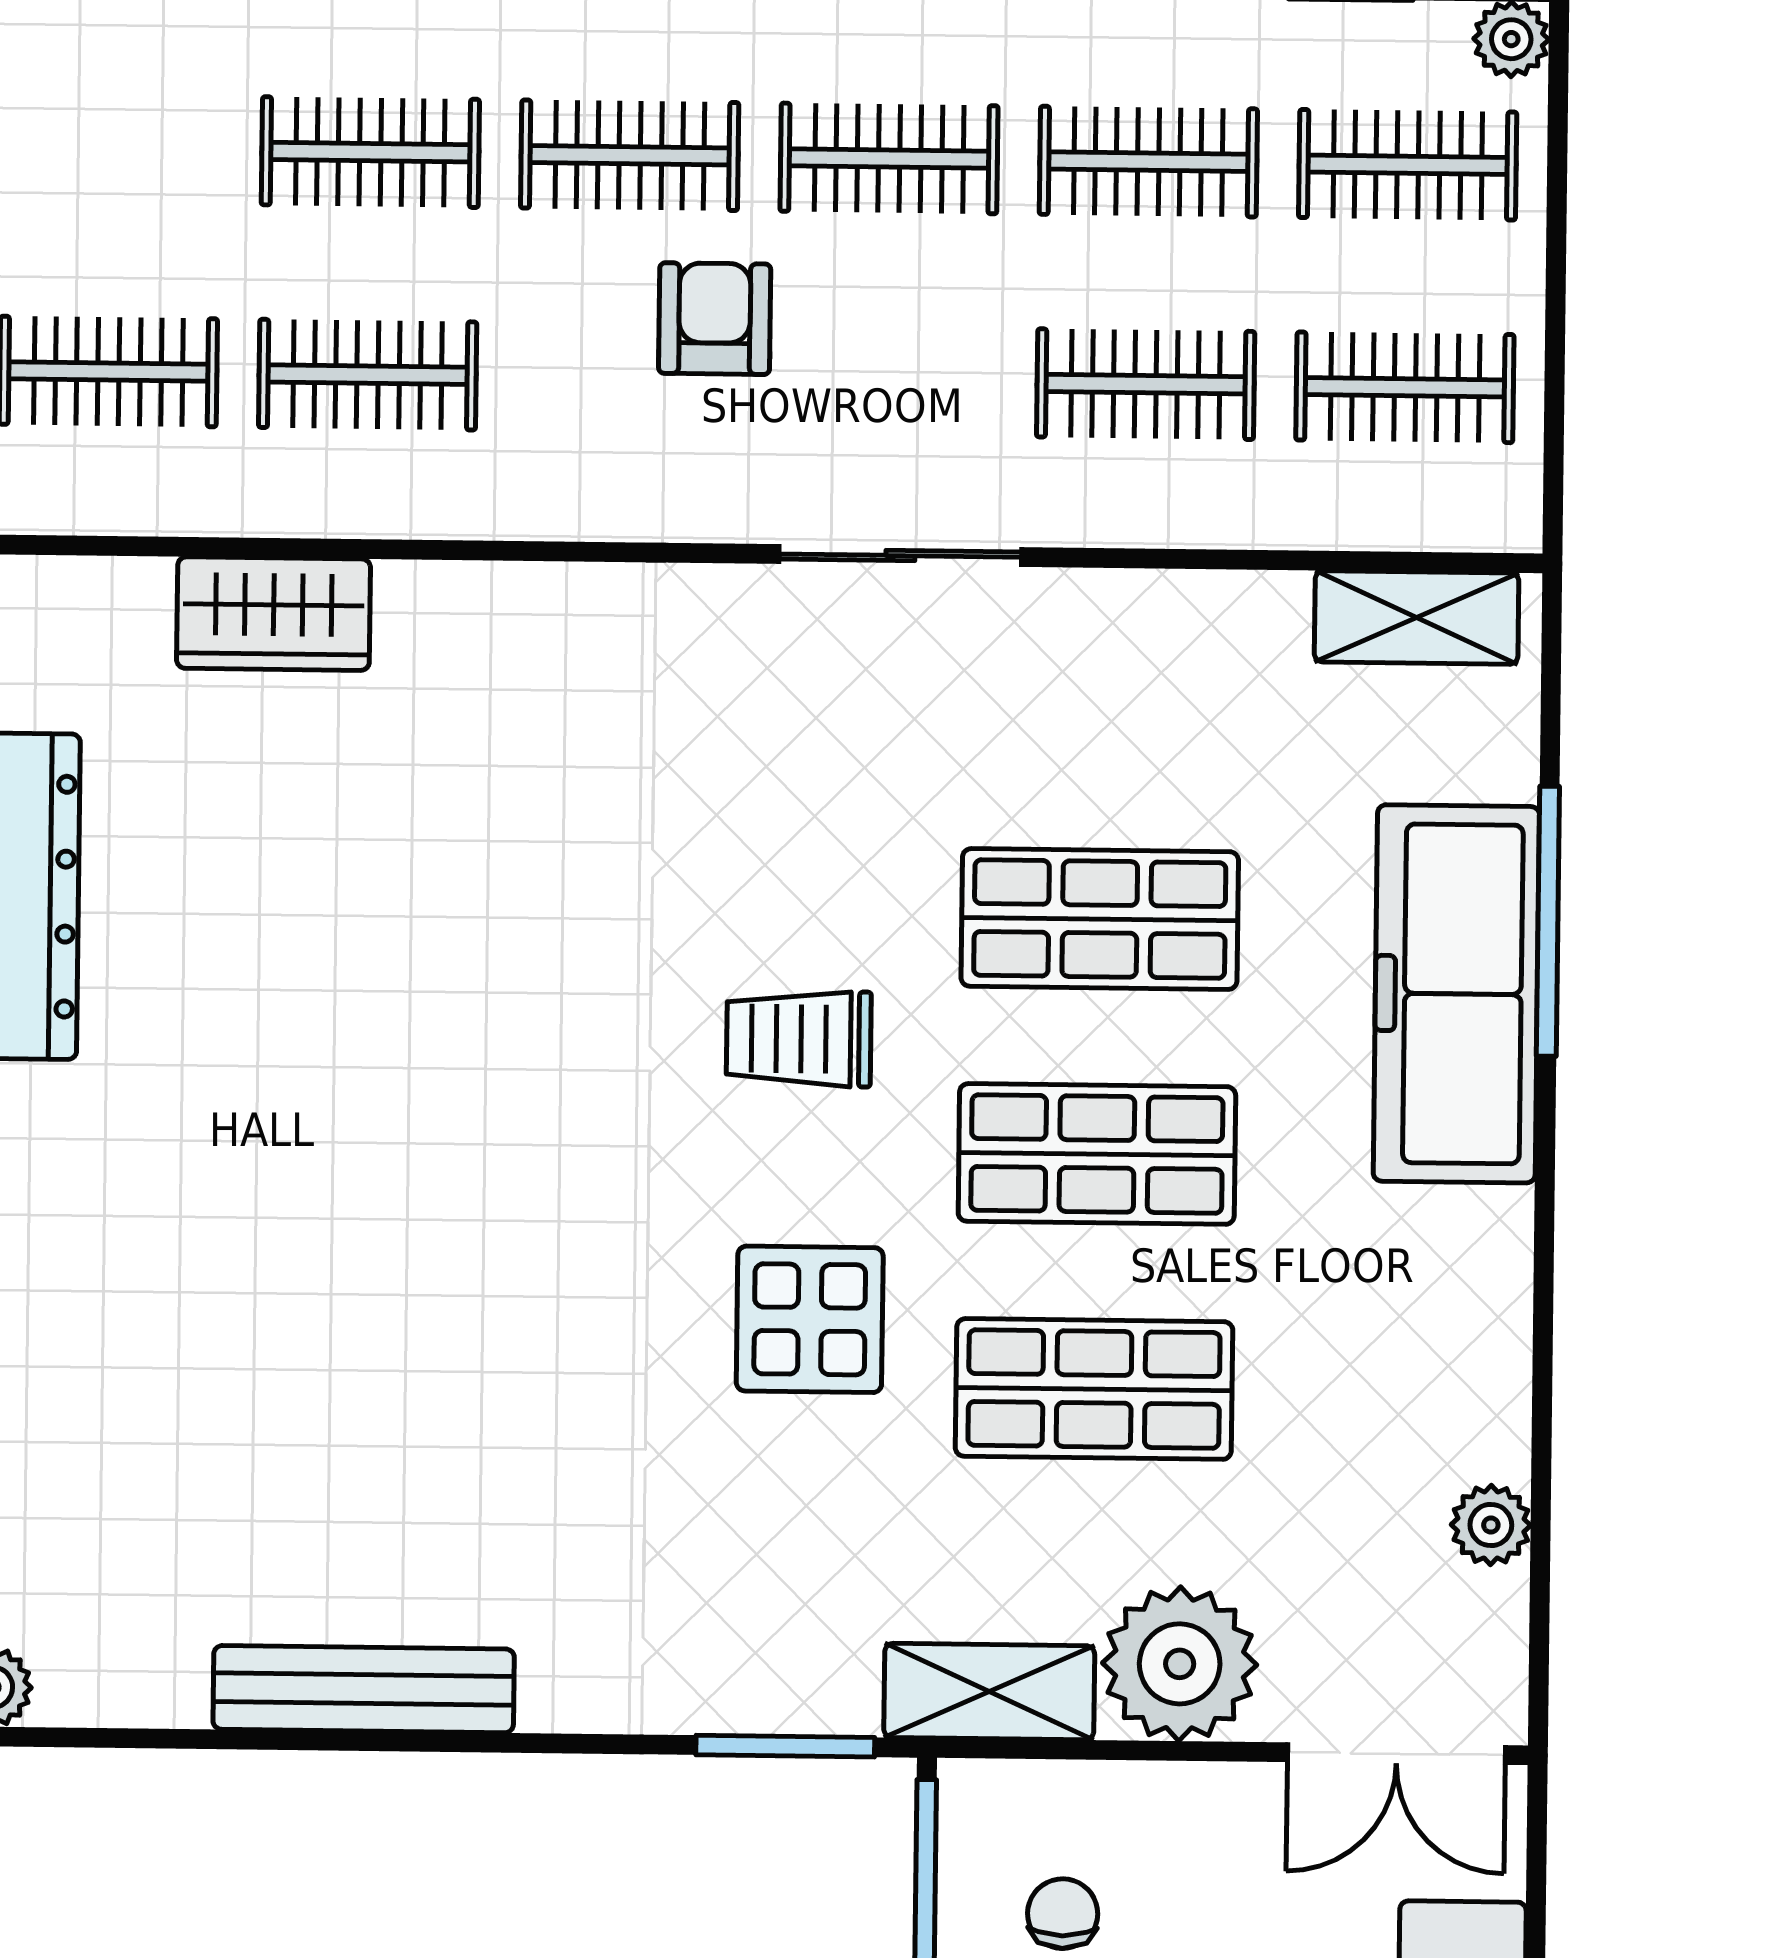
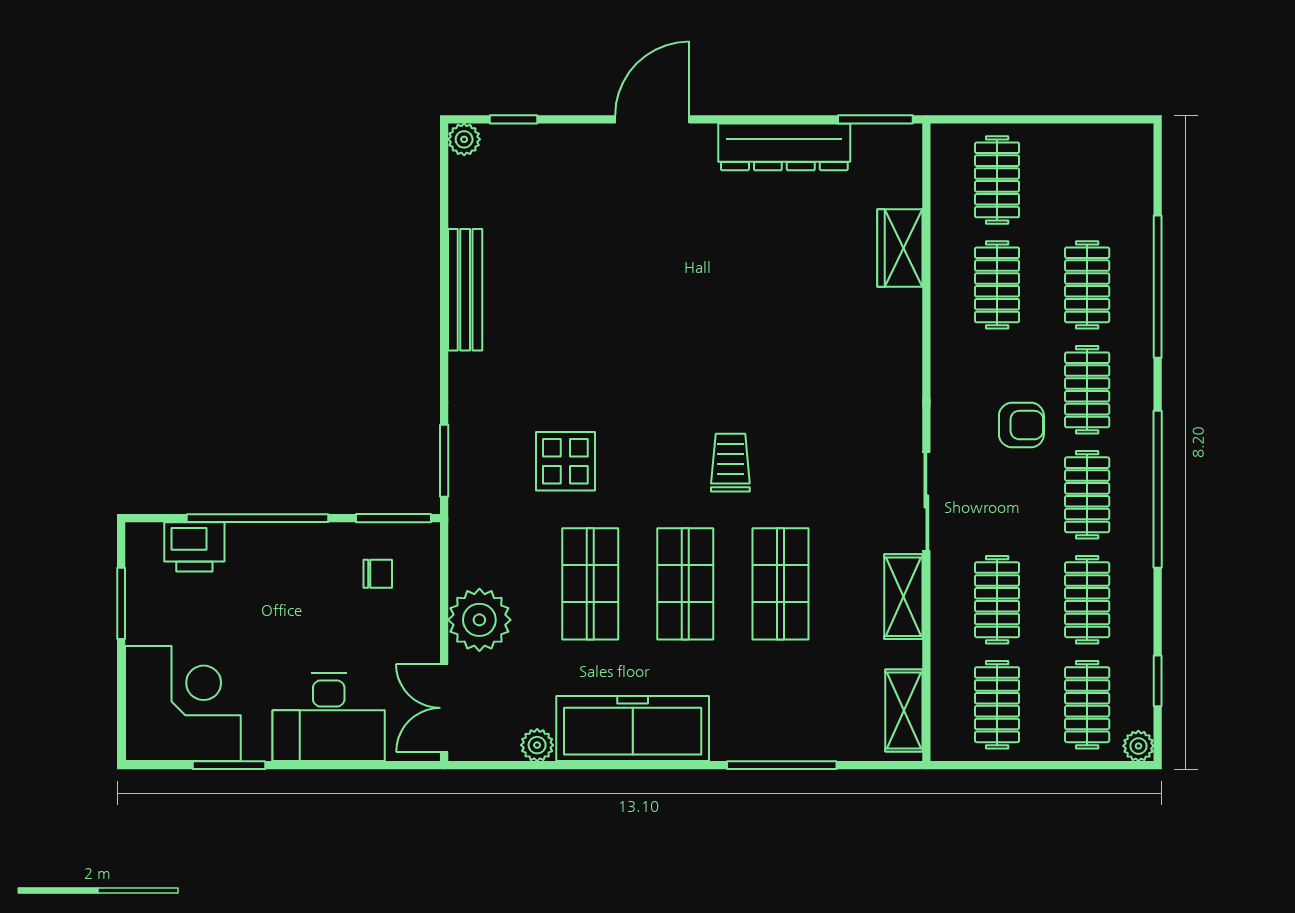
freezer: (1456, 994) -> (633, 729), moved
display table: (810, 1319) -> (565, 461), moved
shelving: (989, 1692) -> (903, 597), moved

